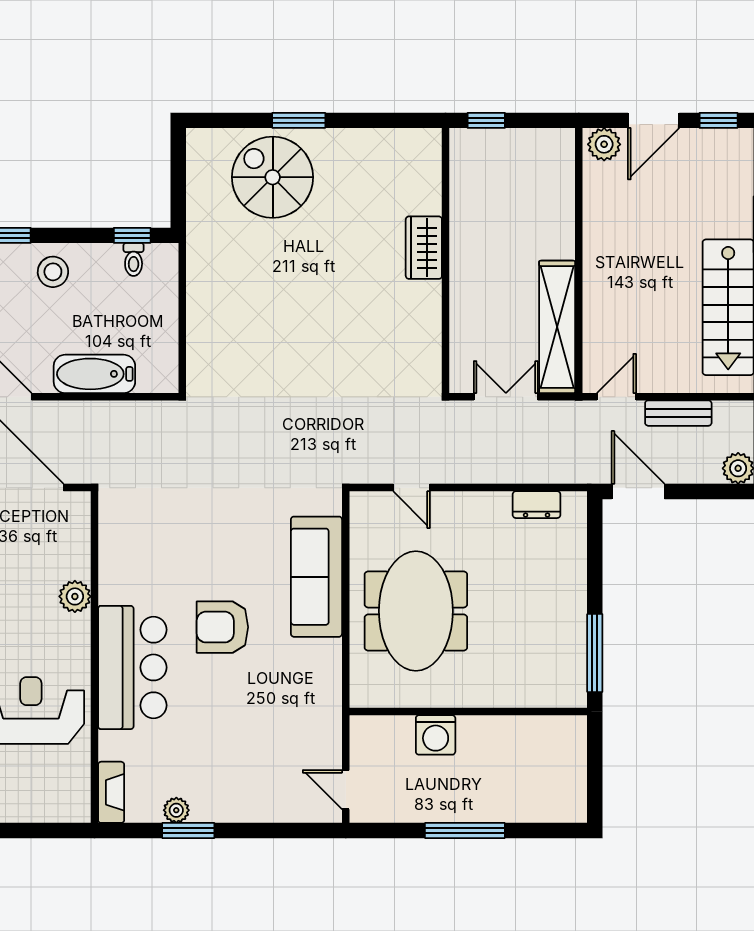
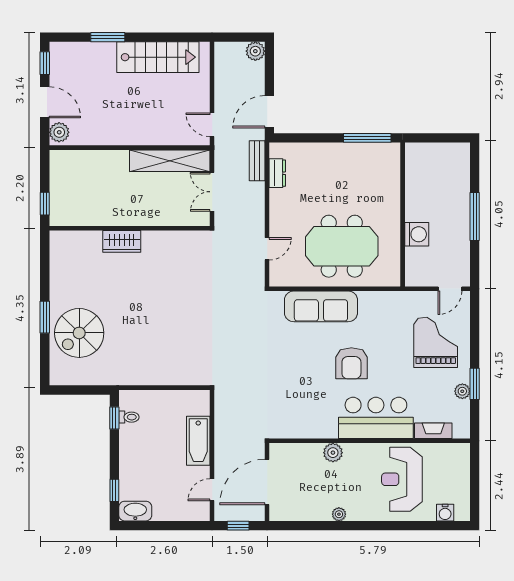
stool: (53, 272) -> (136, 466), removed
bench: (678, 413) -> (257, 161), moved
grand piano: (257, 766) -> (436, 342), added
fireplace: (111, 792) -> (433, 431), moved

